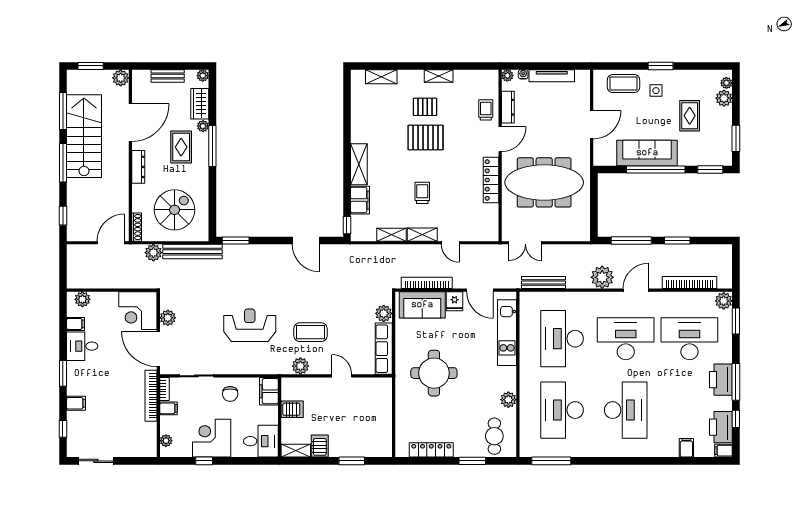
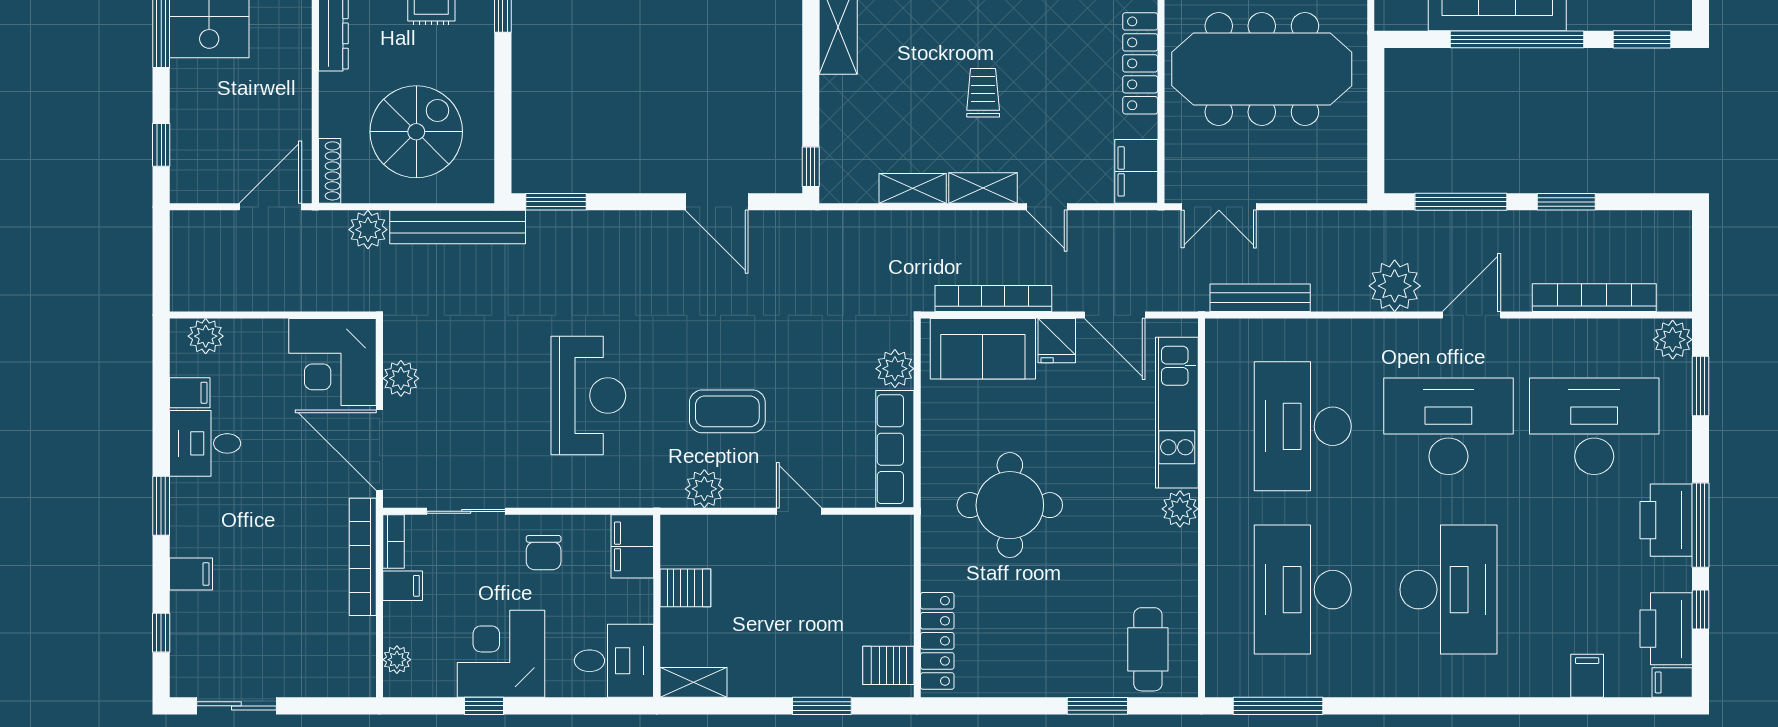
filing cabinet: (360, 200) -> (1136, 171), moved, turned 180
reception desk: (250, 325) -> (588, 396), turned 90
plant: (508, 400) -> (1180, 509), moved
server rack: (320, 446) -> (888, 665), moved, turned -90
locker: (431, 450) -> (937, 641), moved, turned 90

